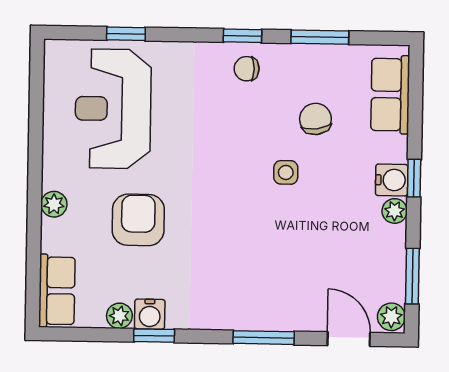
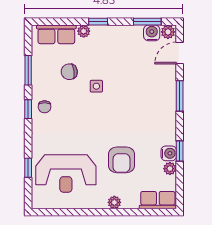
water cooler: (392, 180) -> (152, 33), moved
plant: (395, 211) -> (84, 31), moved
armchair: (138, 220) -> (122, 160), turned -90

